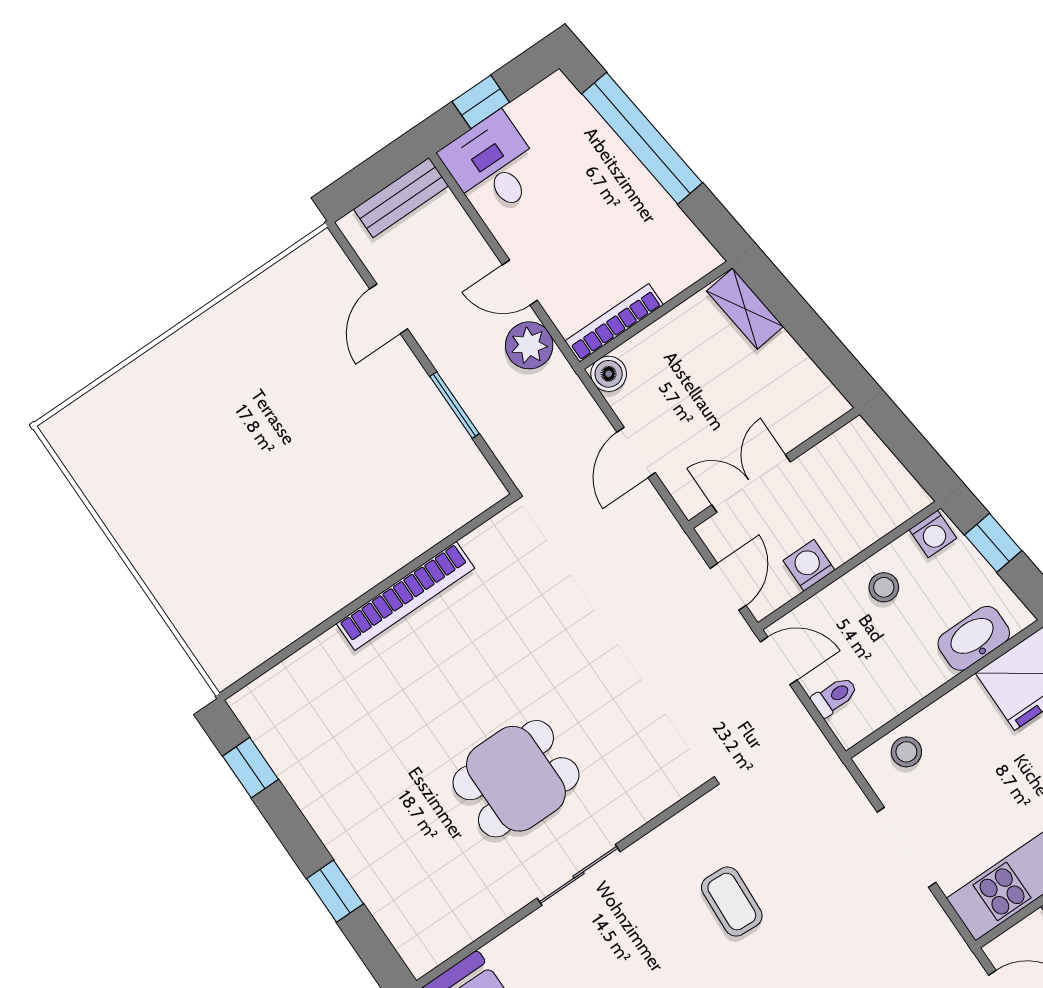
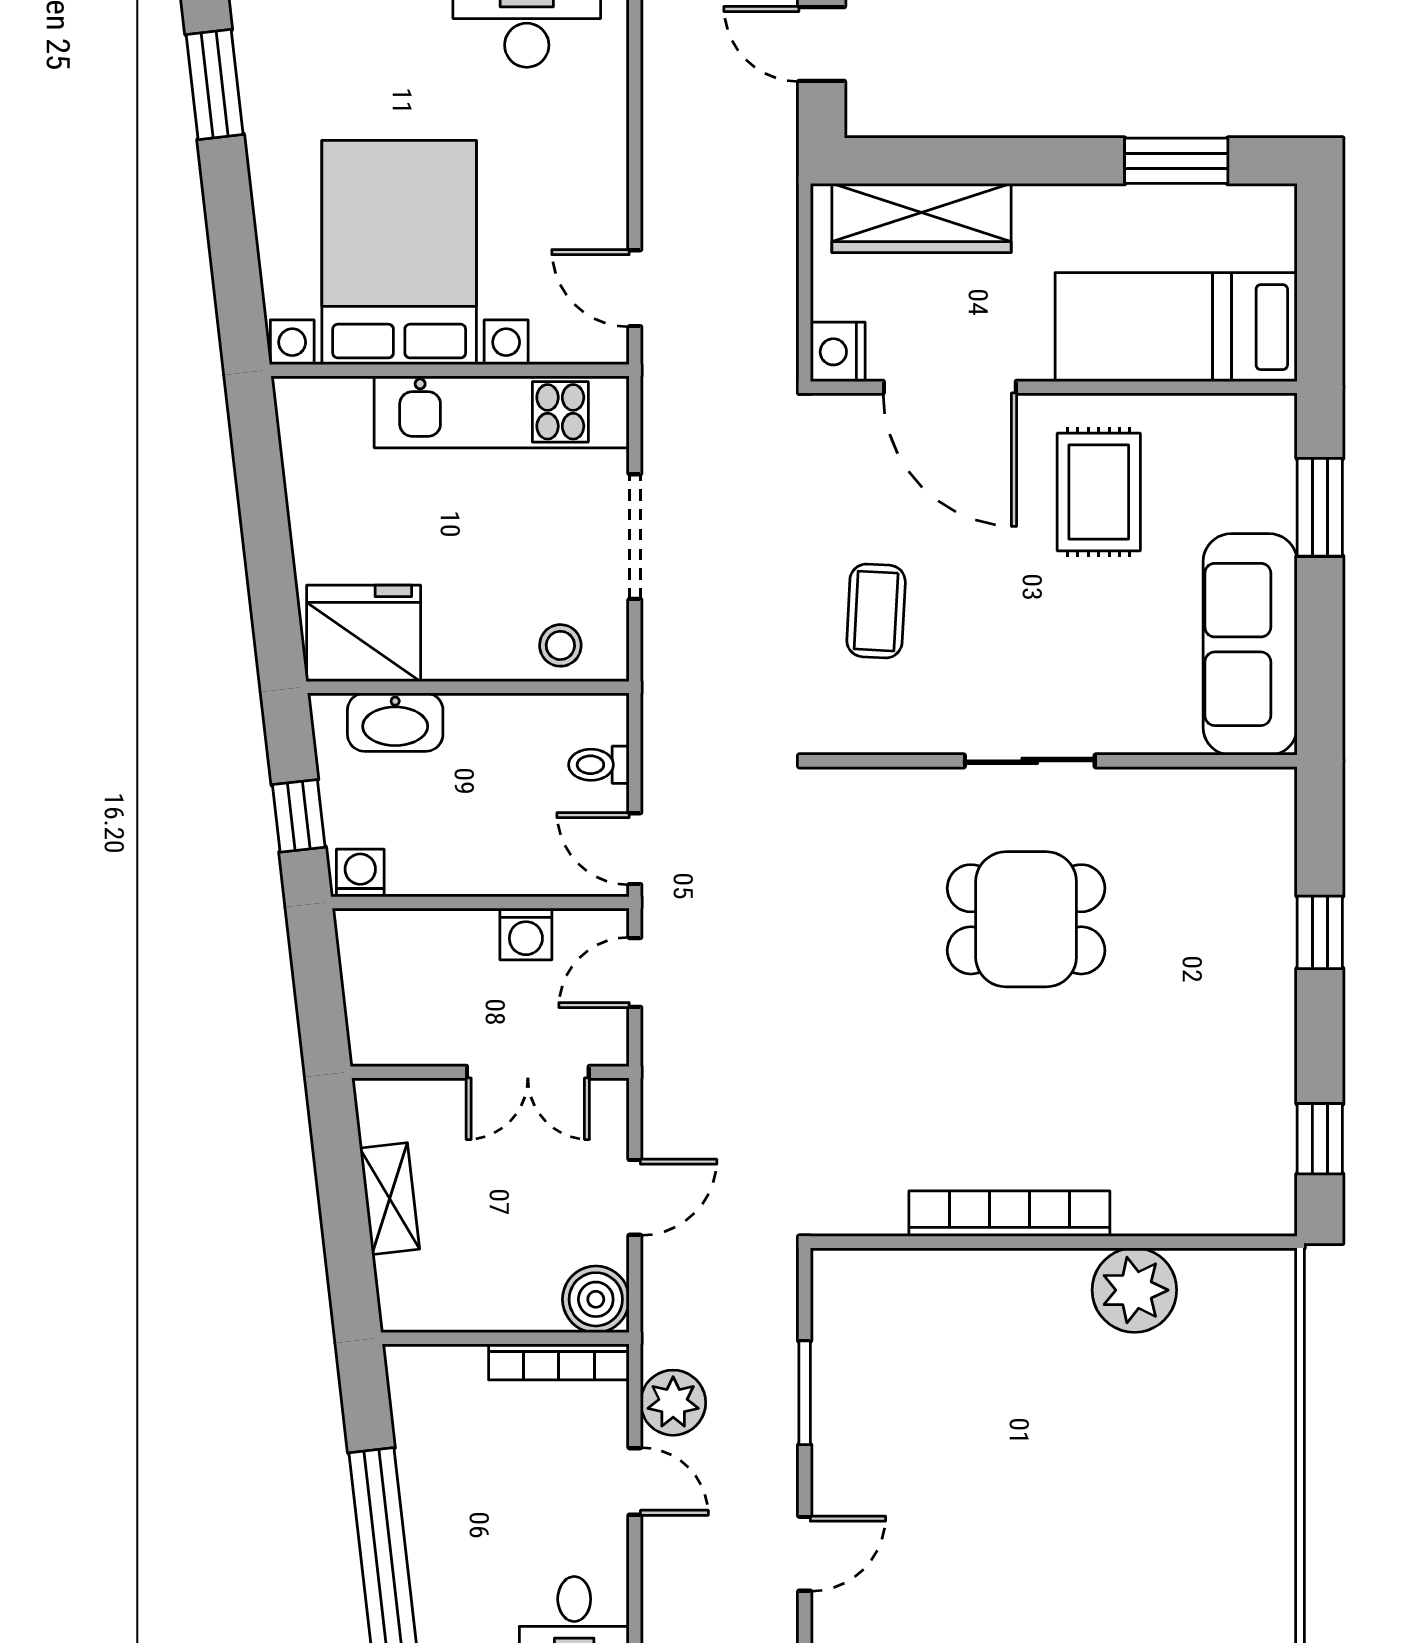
shelving: (745, 309) -> (390, 1199), moved
boiler: (609, 374) -> (596, 1299), width x1.36, depth x1.36
stool: (884, 587) -> (458, 850), removed
plant: (299, 601) -> (1134, 1290), added

